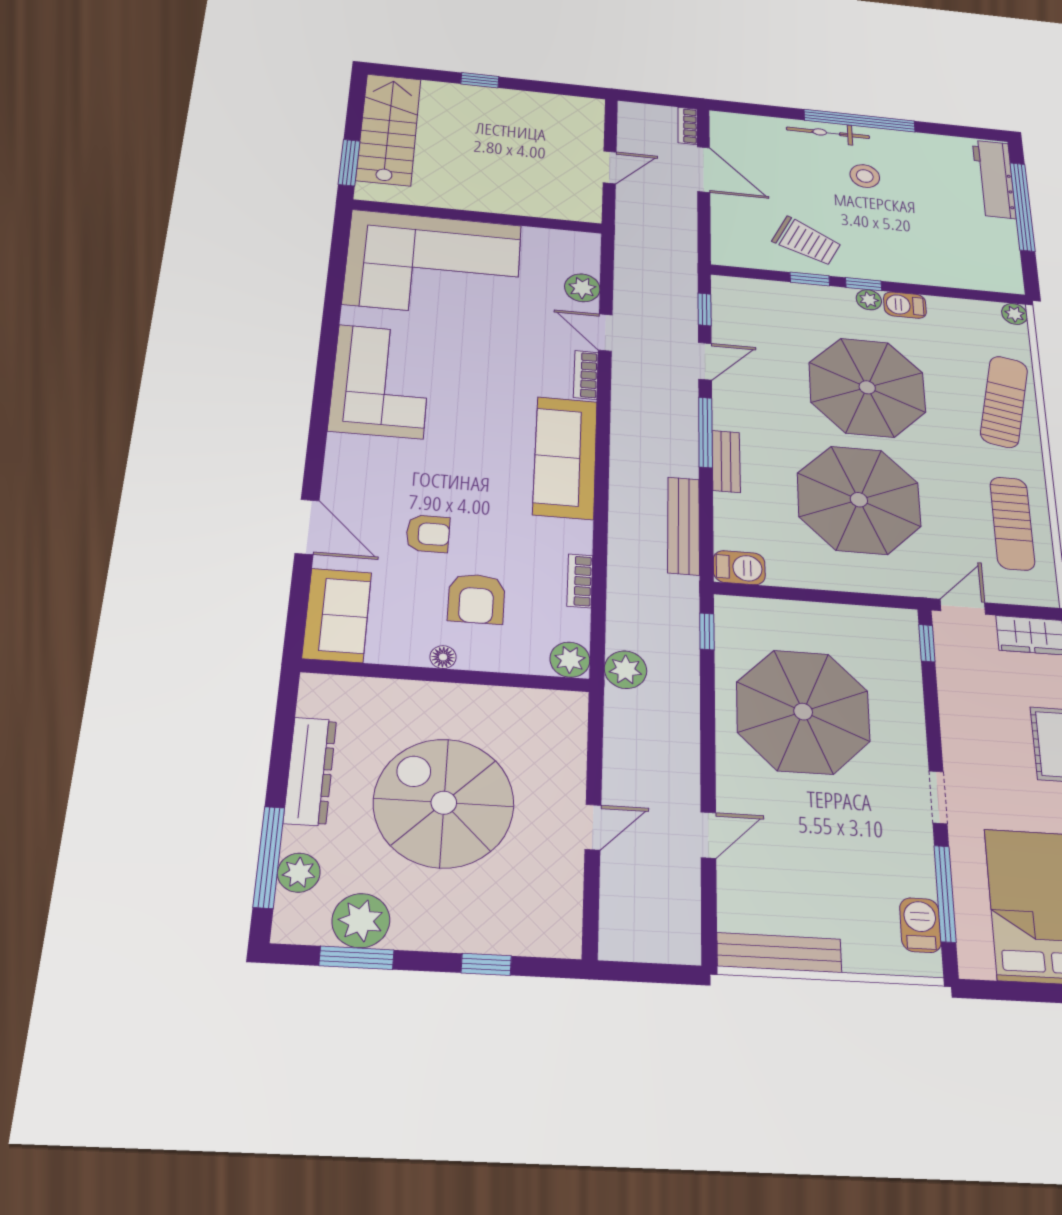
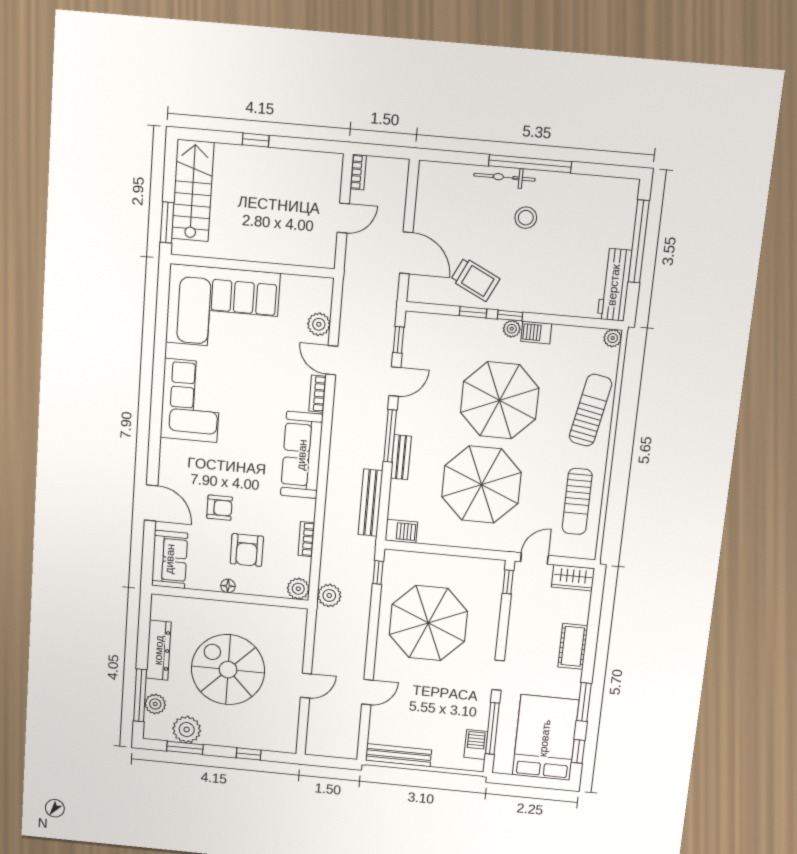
bookcase: (688, 126) -> (358, 172), moved, turned 180
door: (704, 169) -> (406, 253), moved
workbench: (994, 179) -> (614, 285), moved

